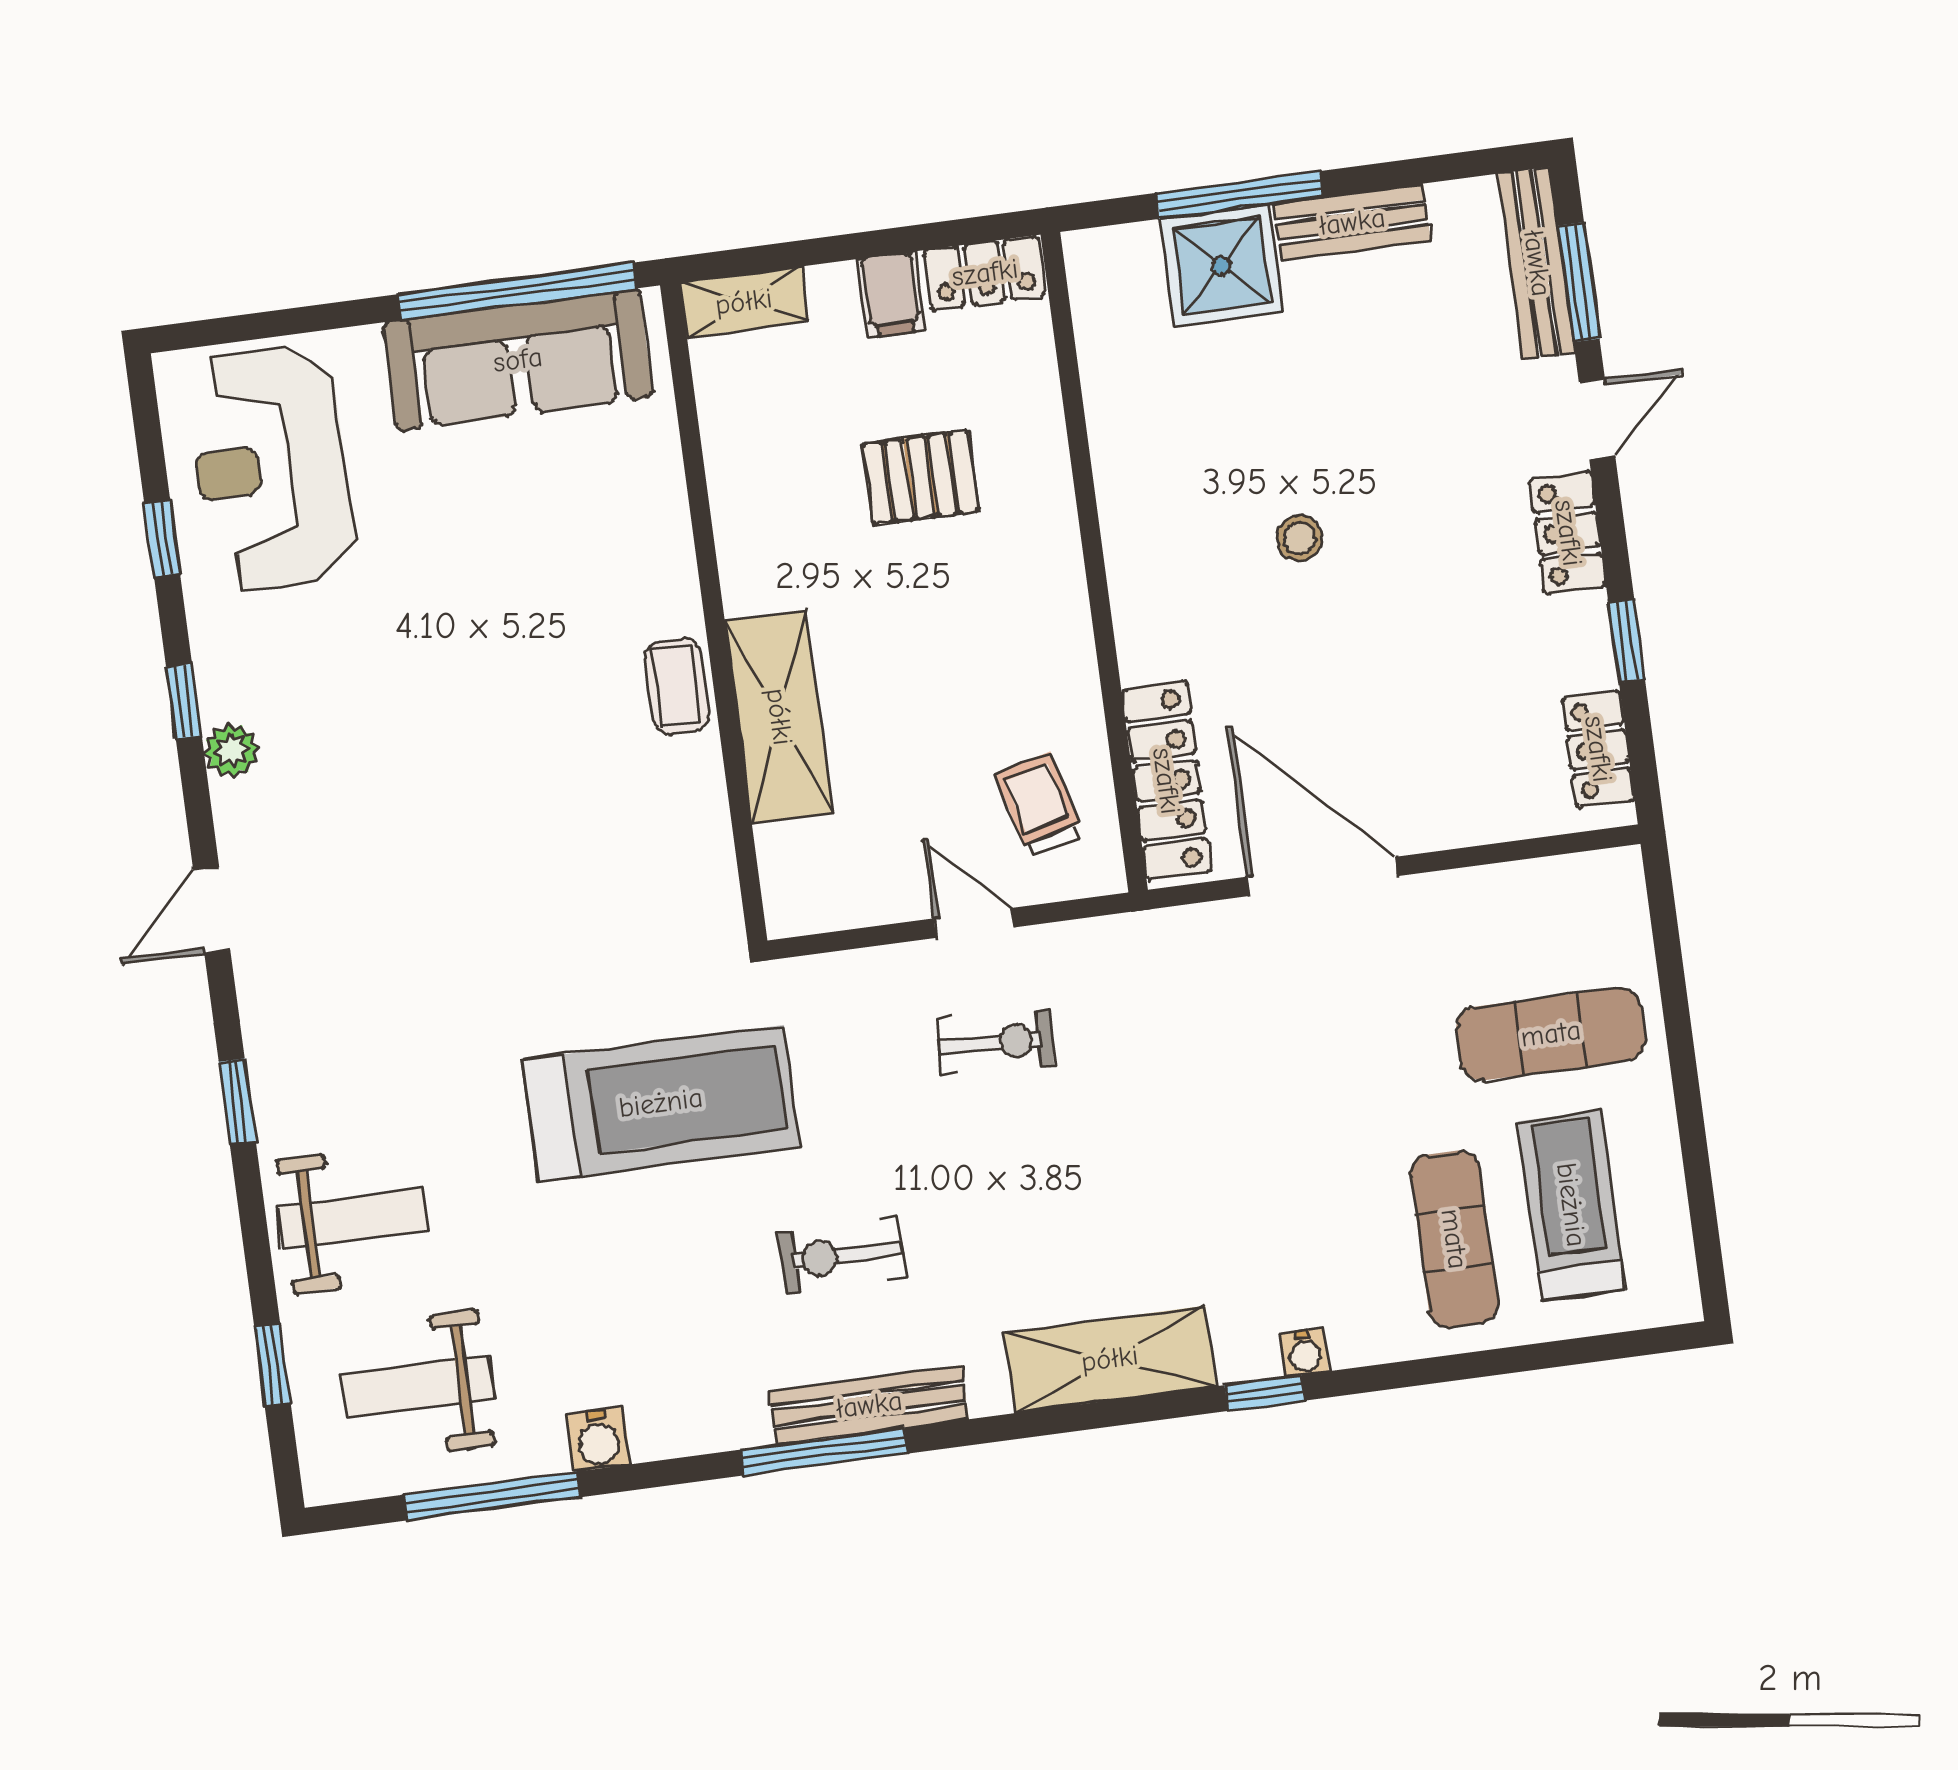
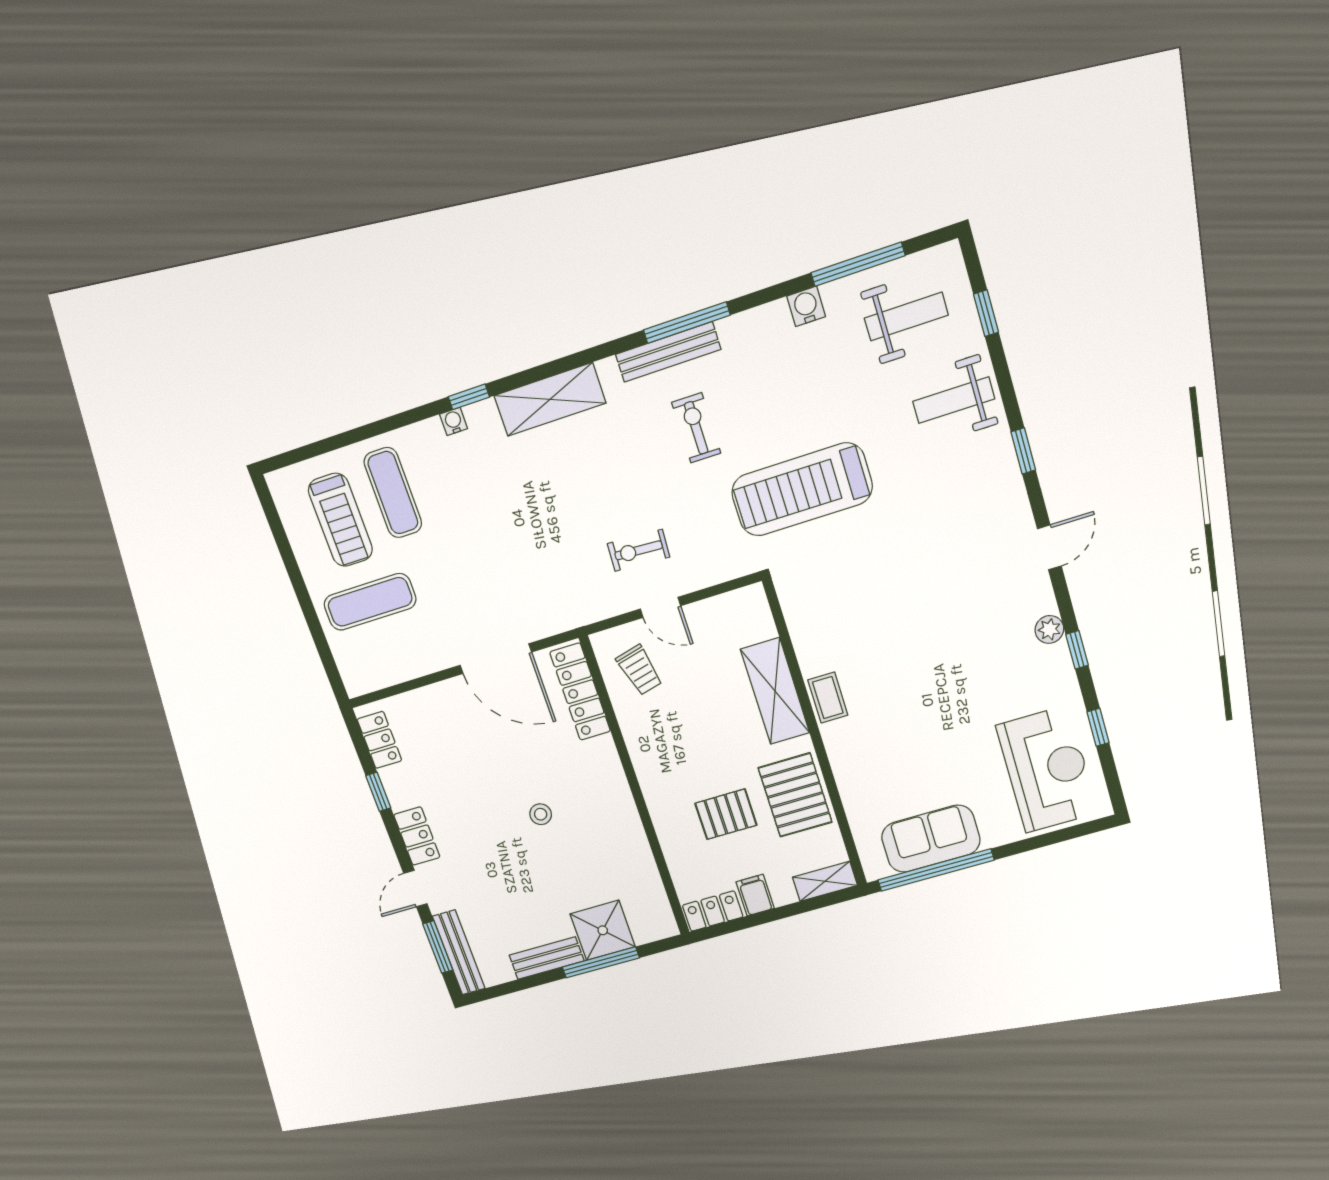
sofa: (518, 360) -> (931, 839), width x0.73
pallet: (774, 496) -> (795, 795), added
exercise bike: (841, 1255) -> (696, 428), turned -90

